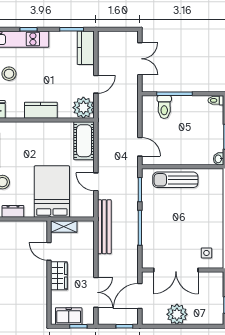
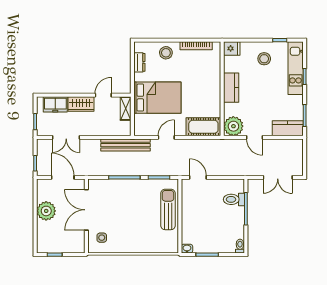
door: (140, 147) -> (198, 177), swing flipped
freezer: (69, 316) -> (55, 104), moved, turned 90

